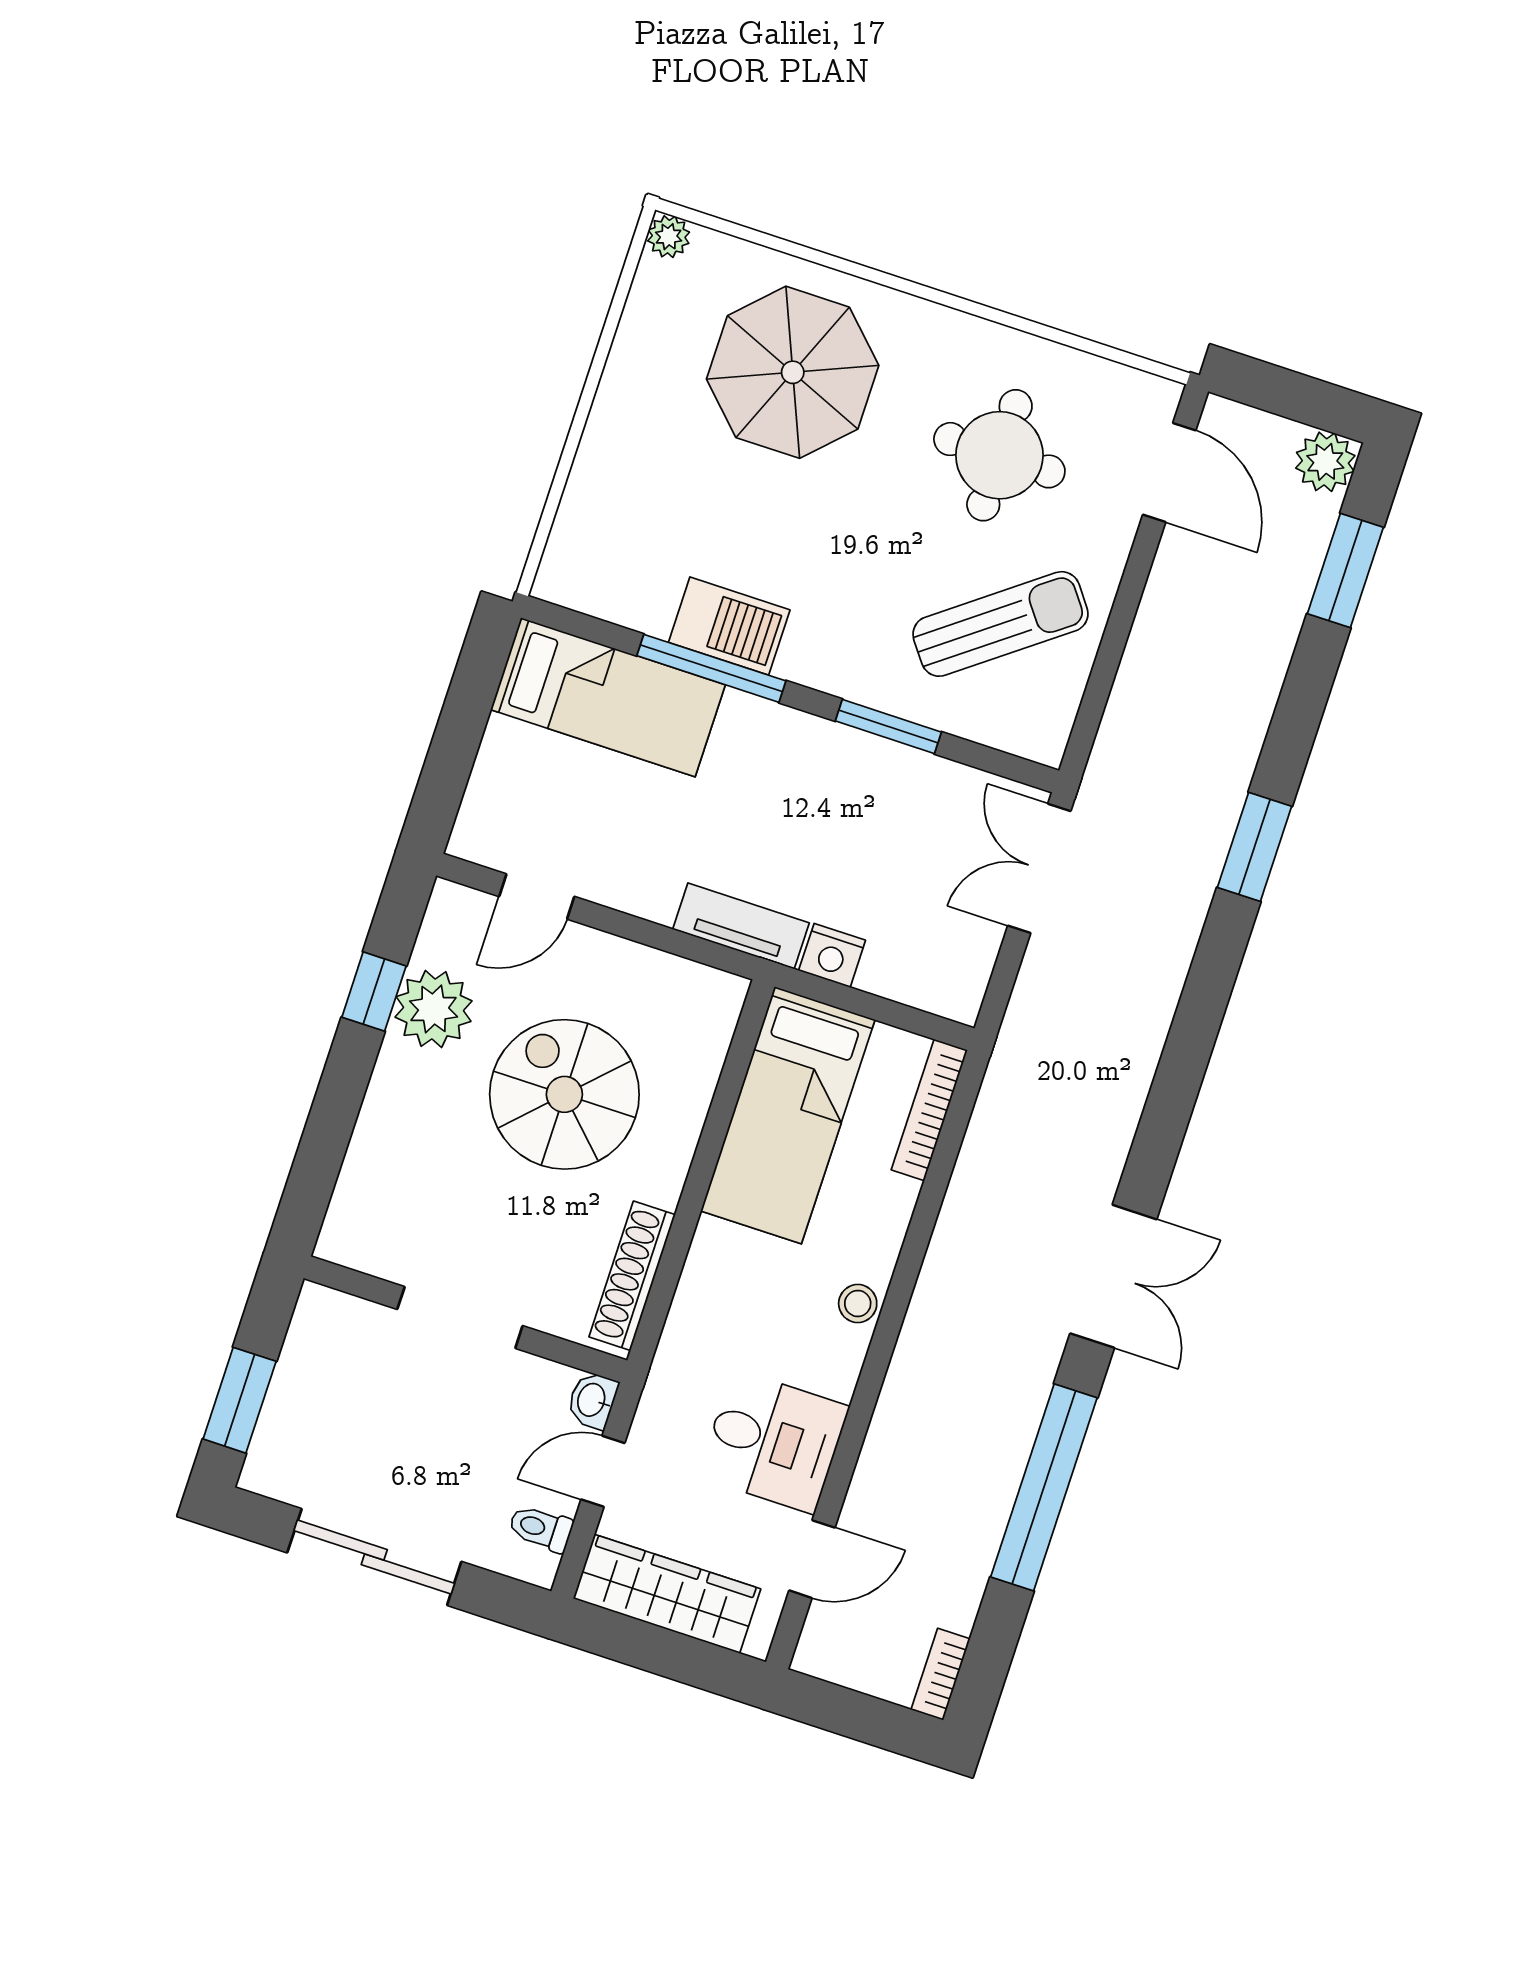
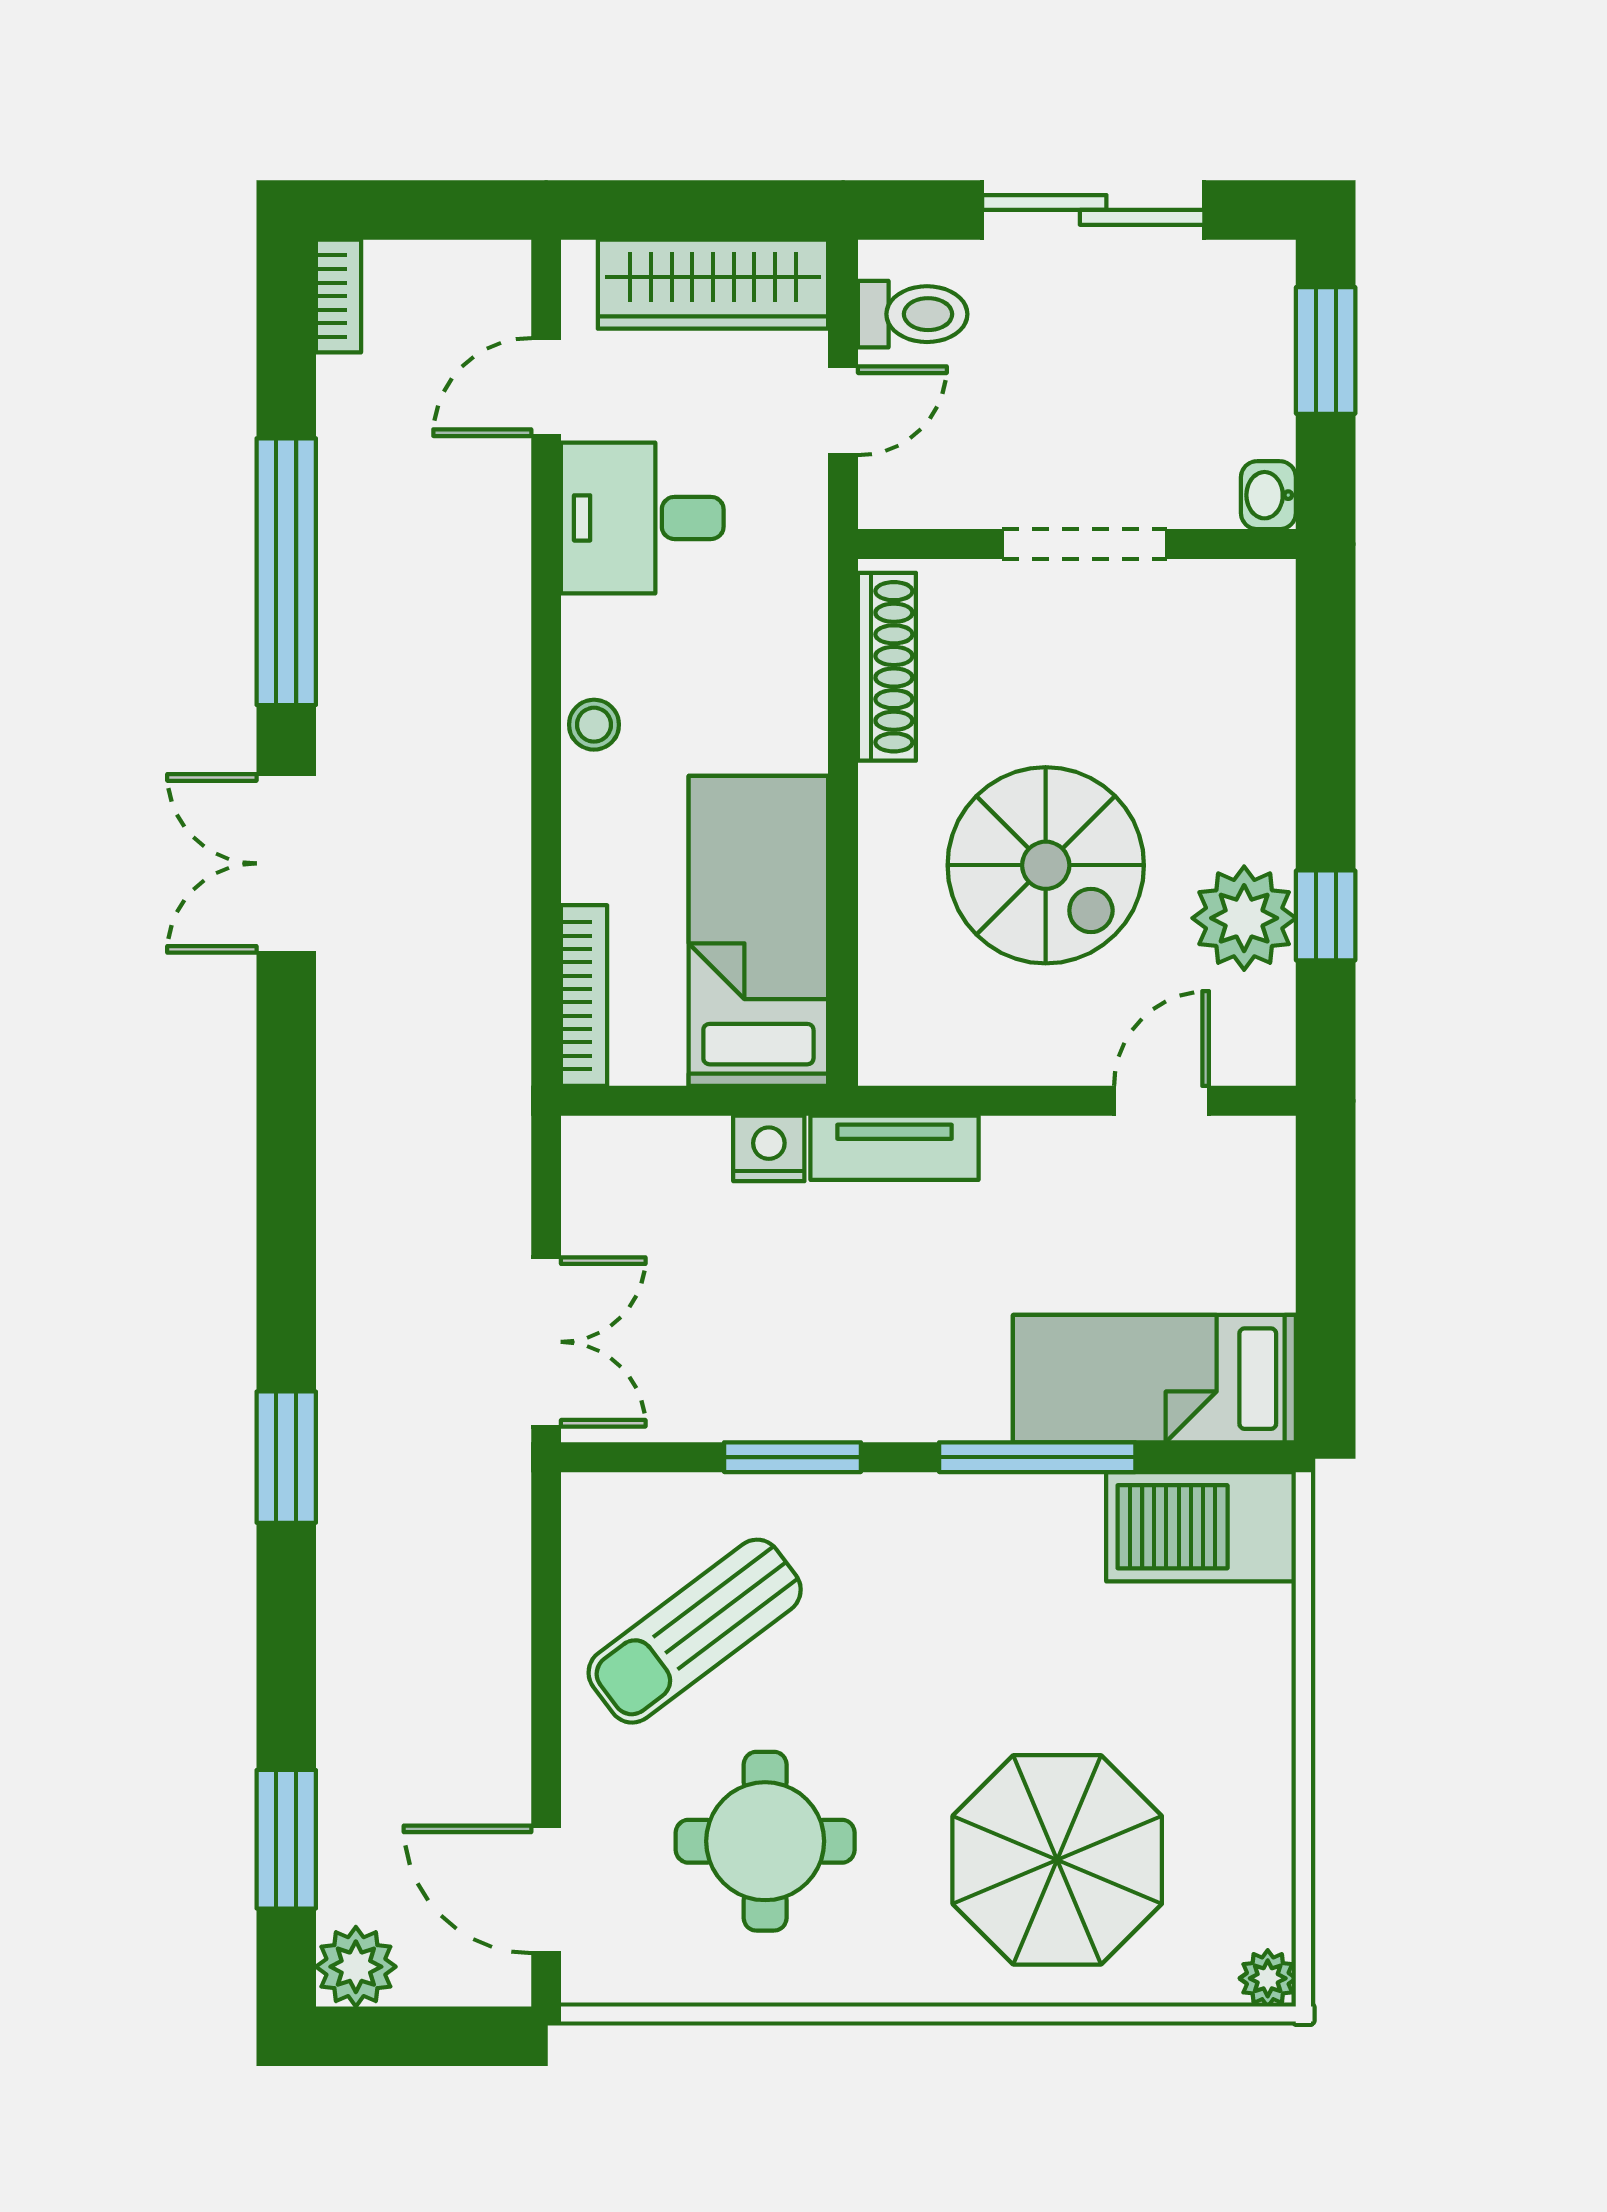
barbecue: (729, 626) -> (1201, 1527), moved, width x1.37, depth x1.21
washbasin: (592, 1400) -> (1268, 495), moved, turned 180
toilet: (541, 1528) -> (913, 314), width x1.37, depth x1.39

